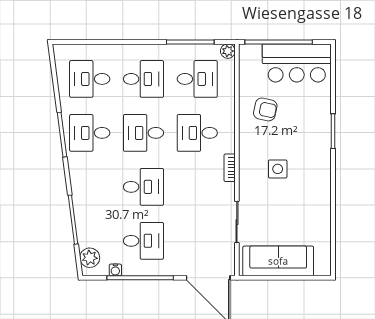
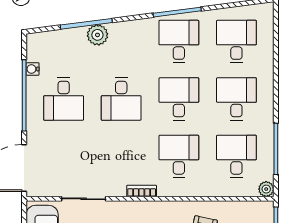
desk: (143, 79) -> (236, 99), turned 180
desk: (197, 79) -> (236, 156), turned 180
plant: (90, 258) -> (97, 35), moved

